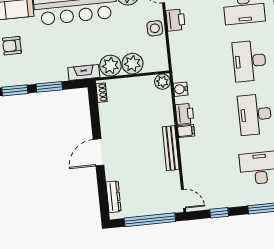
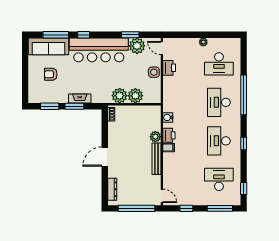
fireplace: (84, 72) -> (80, 99), moved
plant: (162, 82) -> (155, 137), moved

